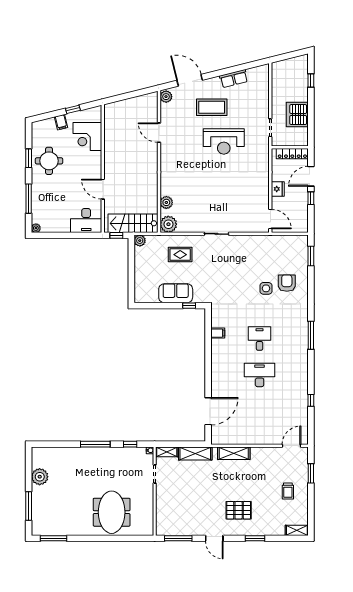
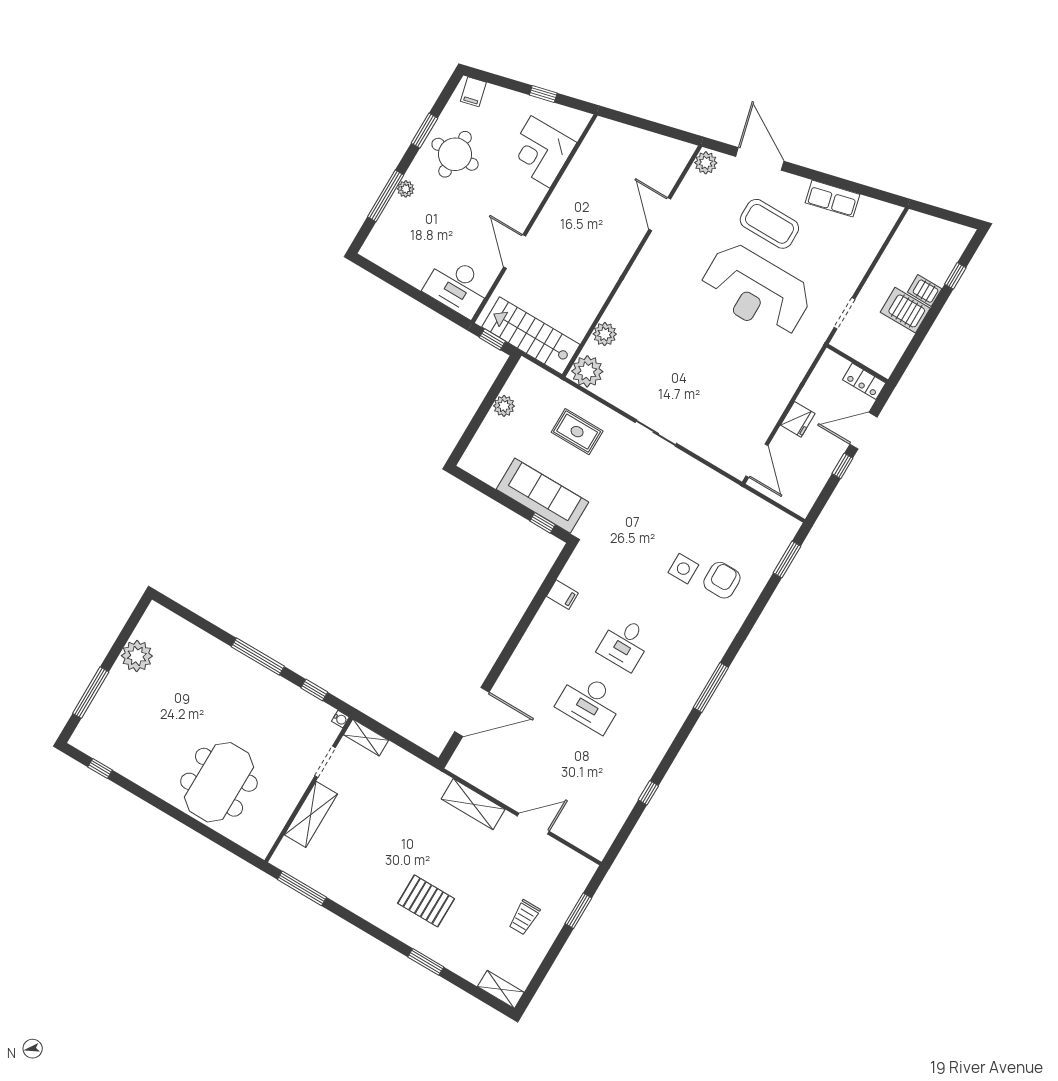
server rack: (301, 96) -> (925, 291), added
server rack: (297, 115) -> (905, 310), width x0.63
filing cabinet: (61, 122) -> (473, 92), moved
reception desk: (224, 141) -> (756, 291), width x1.36, depth x1.30
locker: (292, 154) -> (864, 381), width x0.66
plant: (36, 228) -> (406, 189), moved
plant: (140, 241) -> (504, 406), moved
sofa: (176, 293) -> (543, 496), width x1.36
desk: (260, 339) -> (625, 644), turned 180
desk: (260, 375) -> (590, 702), turned 180
door: (291, 446) -> (533, 824), moved
shelving: (195, 453) -> (311, 814), moved, turned 90
window: (53, 538) -> (100, 769), width x0.46
door: (214, 538) -> (360, 923), removed

